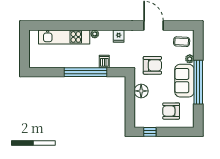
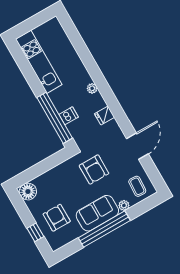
kitchen unit: (64, 37) -> (39, 62), moved, turned 180
window: (85, 72) -> (55, 118), moved
floor lamp: (141, 91) -> (28, 192), moved
window: (150, 132) -> (35, 232), moved

